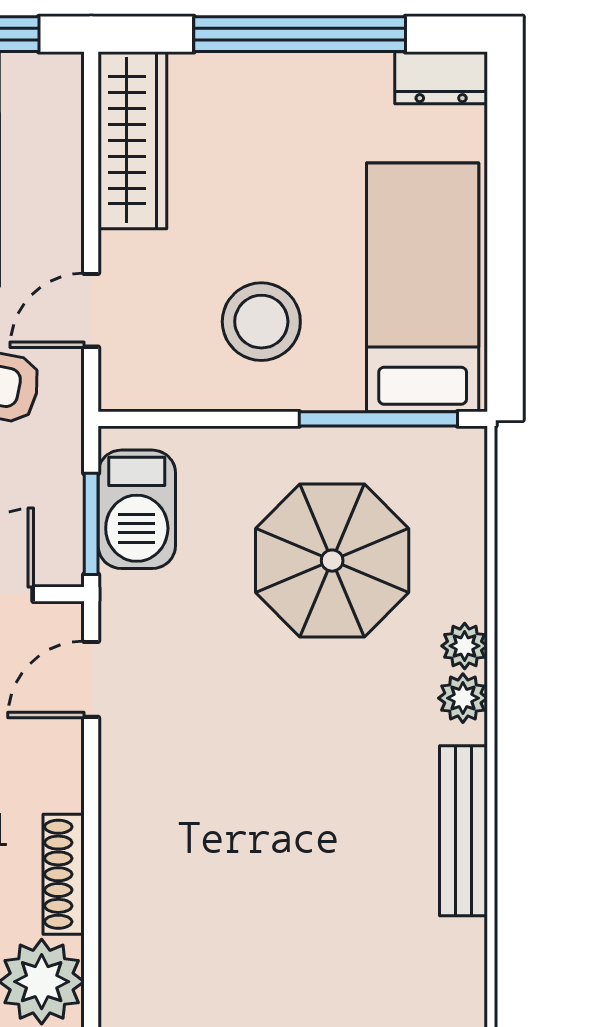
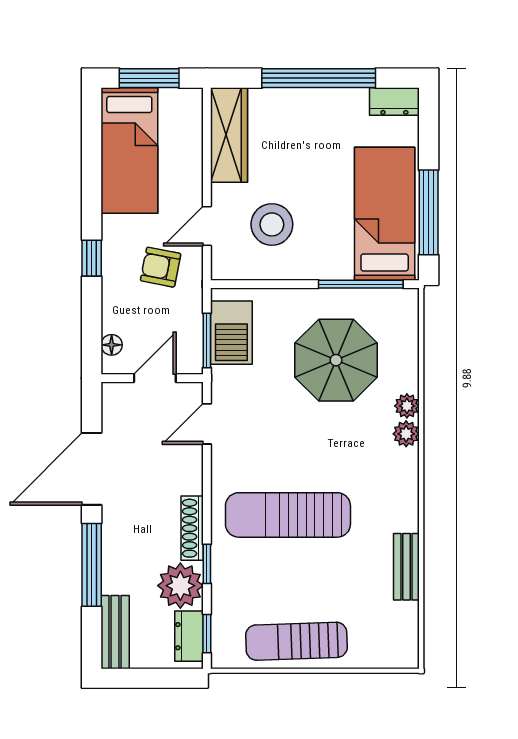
window: (505, 285) -> (429, 212), added
stool: (261, 322) -> (272, 224), moved
bench: (464, 831) -> (406, 567), moved, width x0.73
sun lounger: (242, 850) -> (288, 515), added
window: (91, 941) -> (207, 564), added

